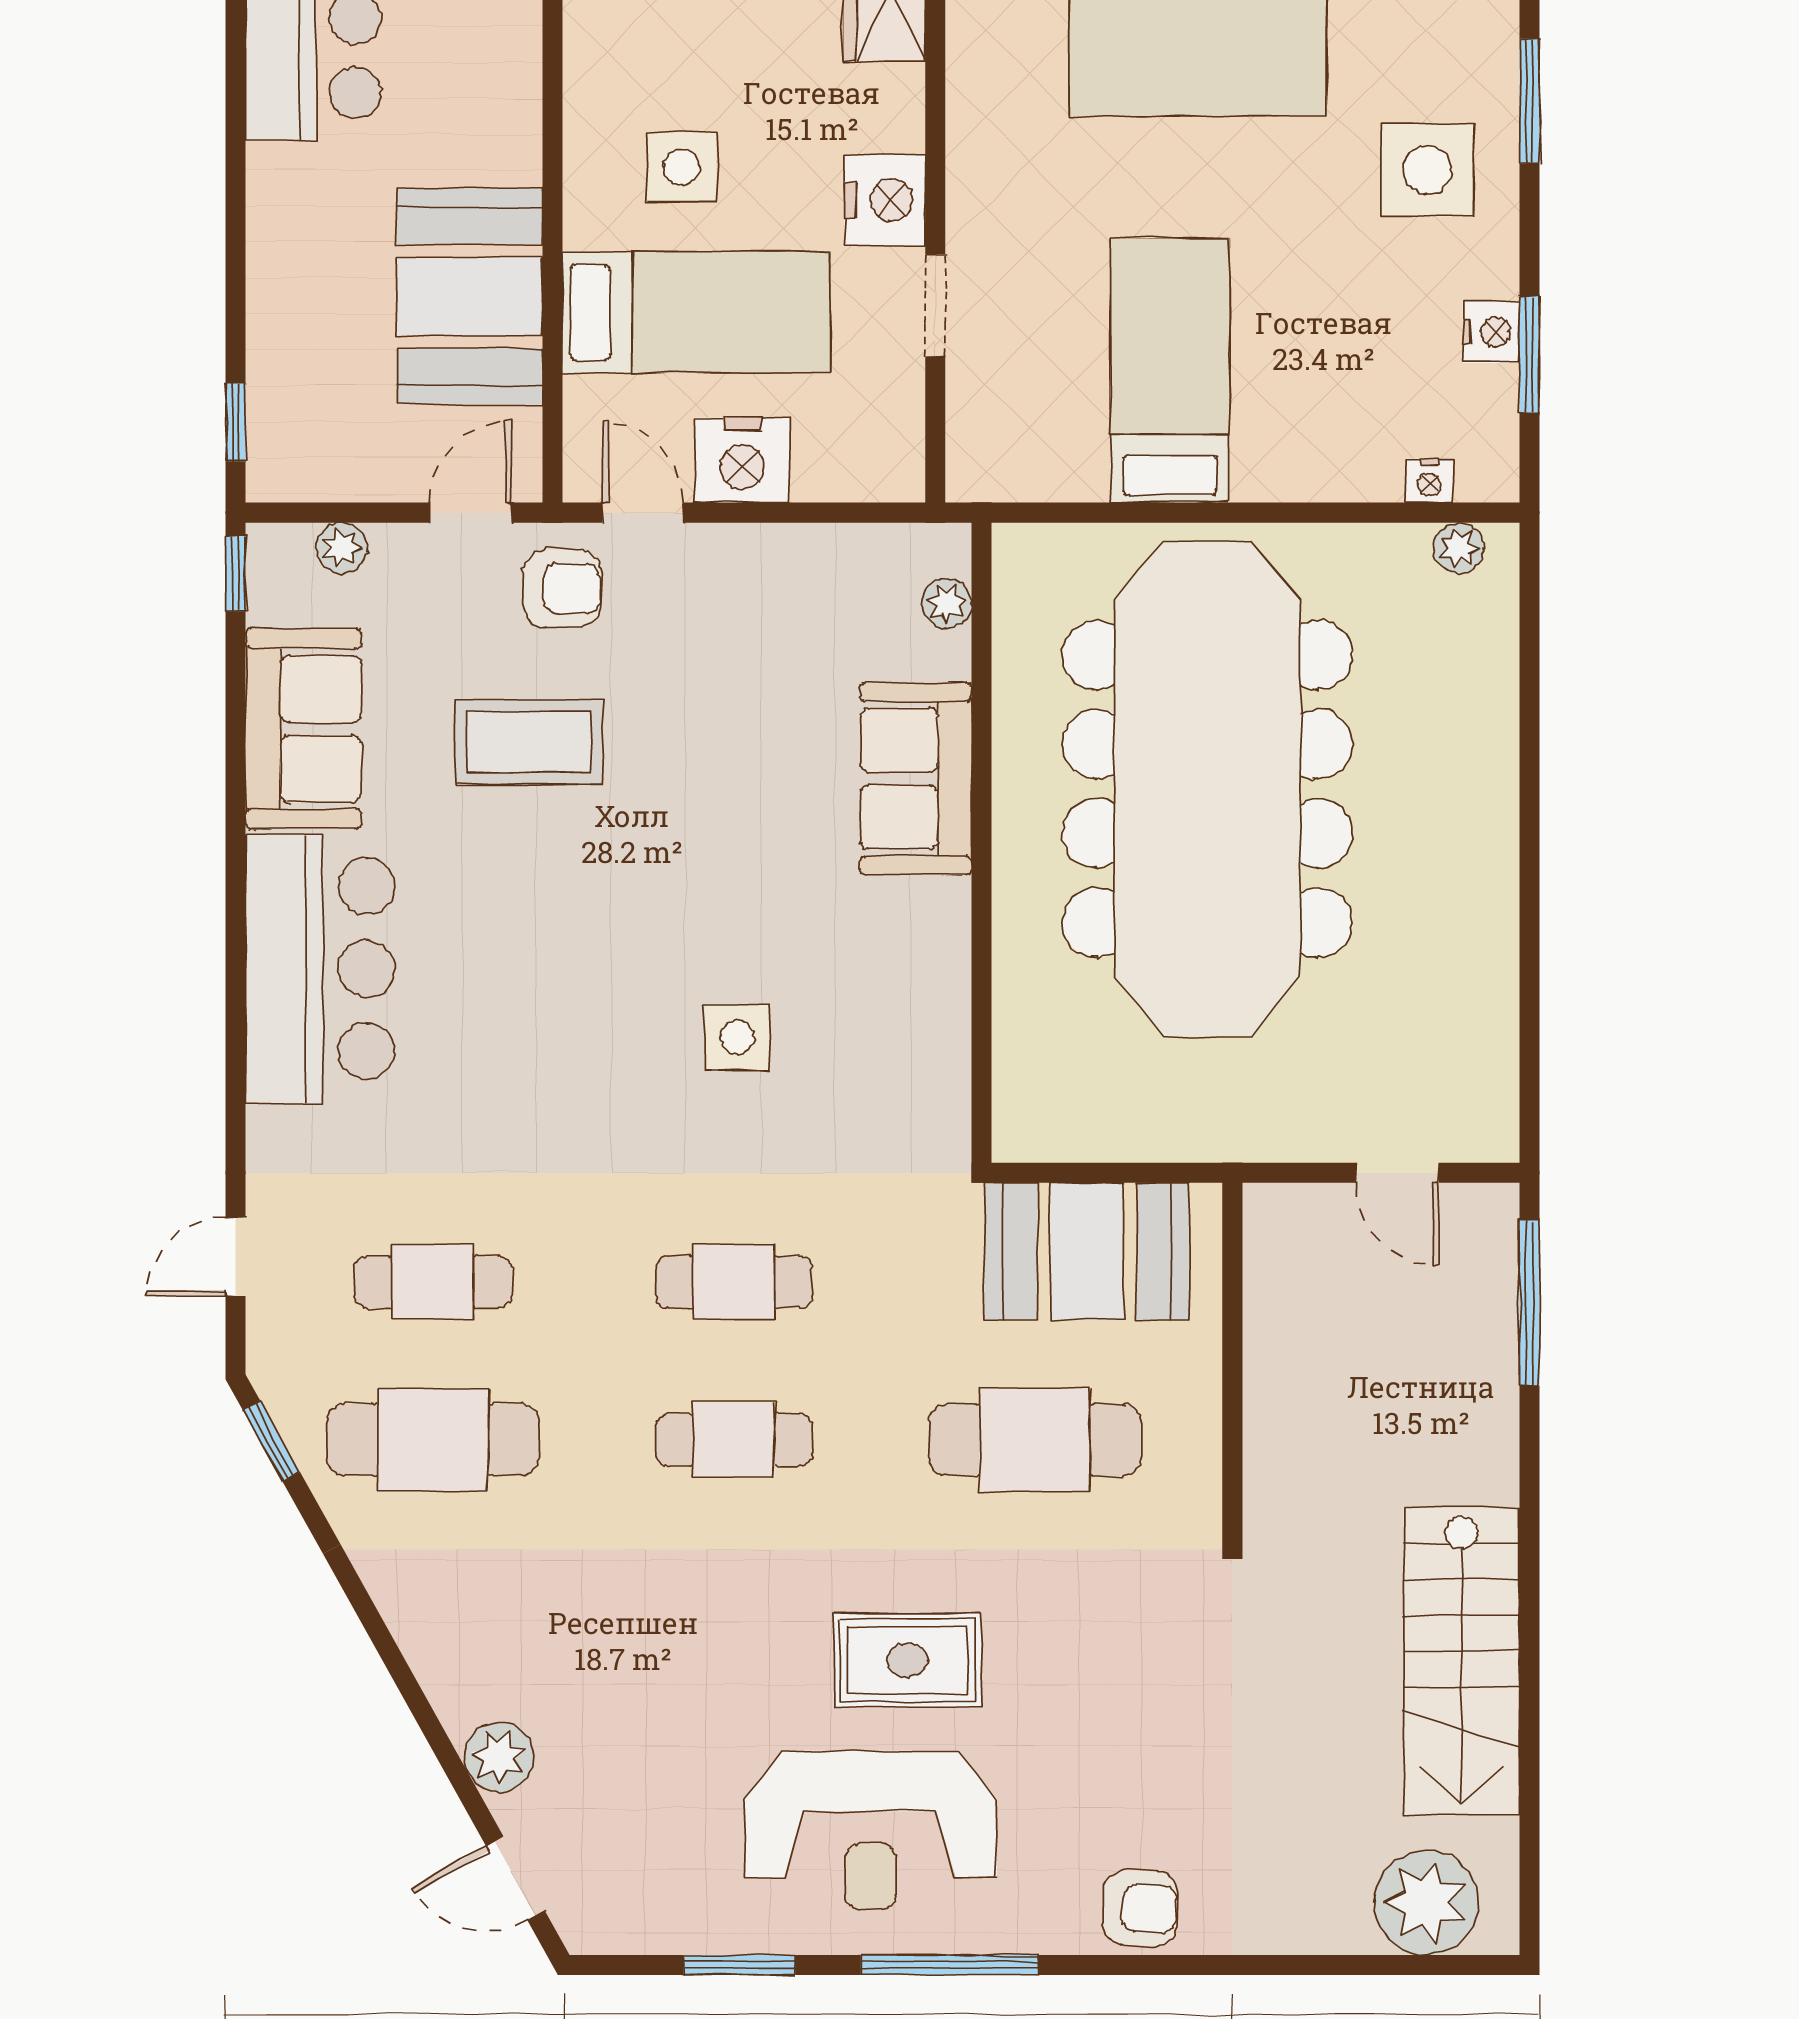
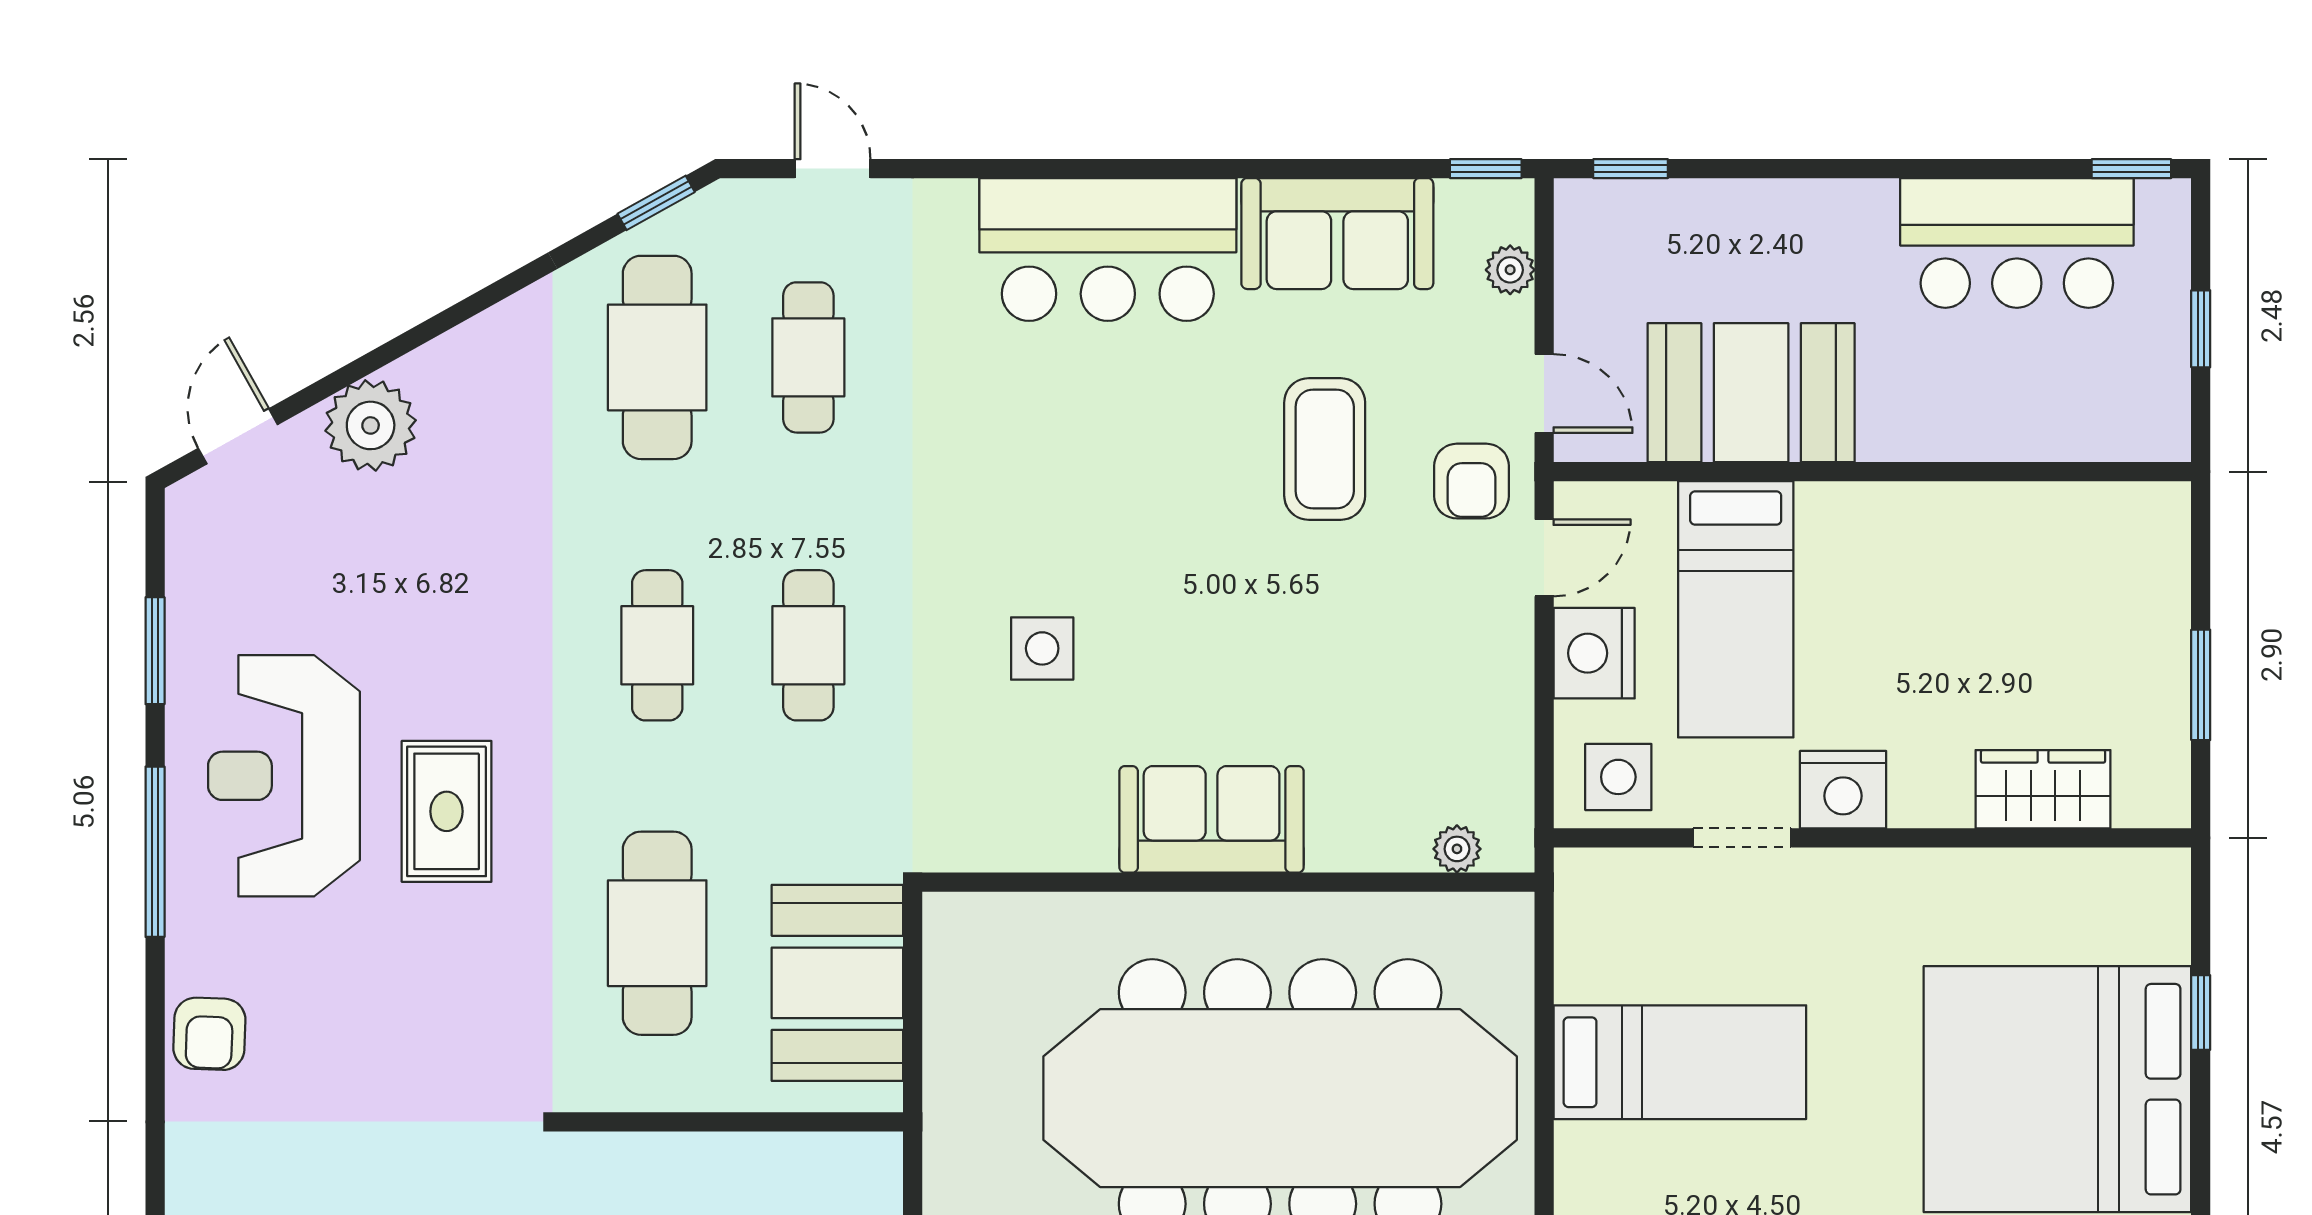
side table: (681, 167) -> (1618, 777), moved
sofa: (916, 779) -> (1212, 819), moved
plant: (499, 1757) -> (371, 425), width x1.36, depth x1.36

